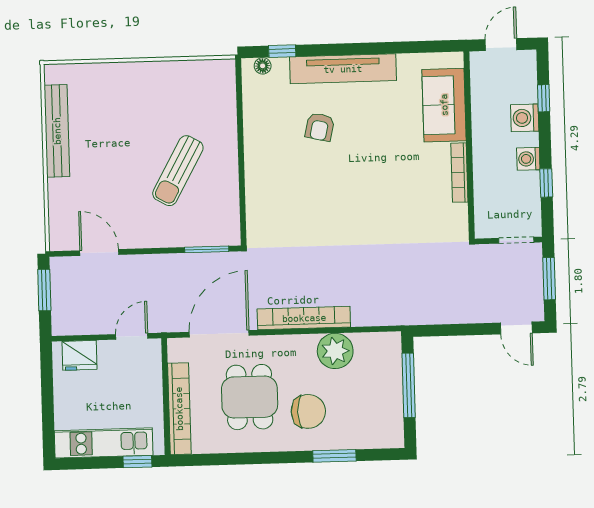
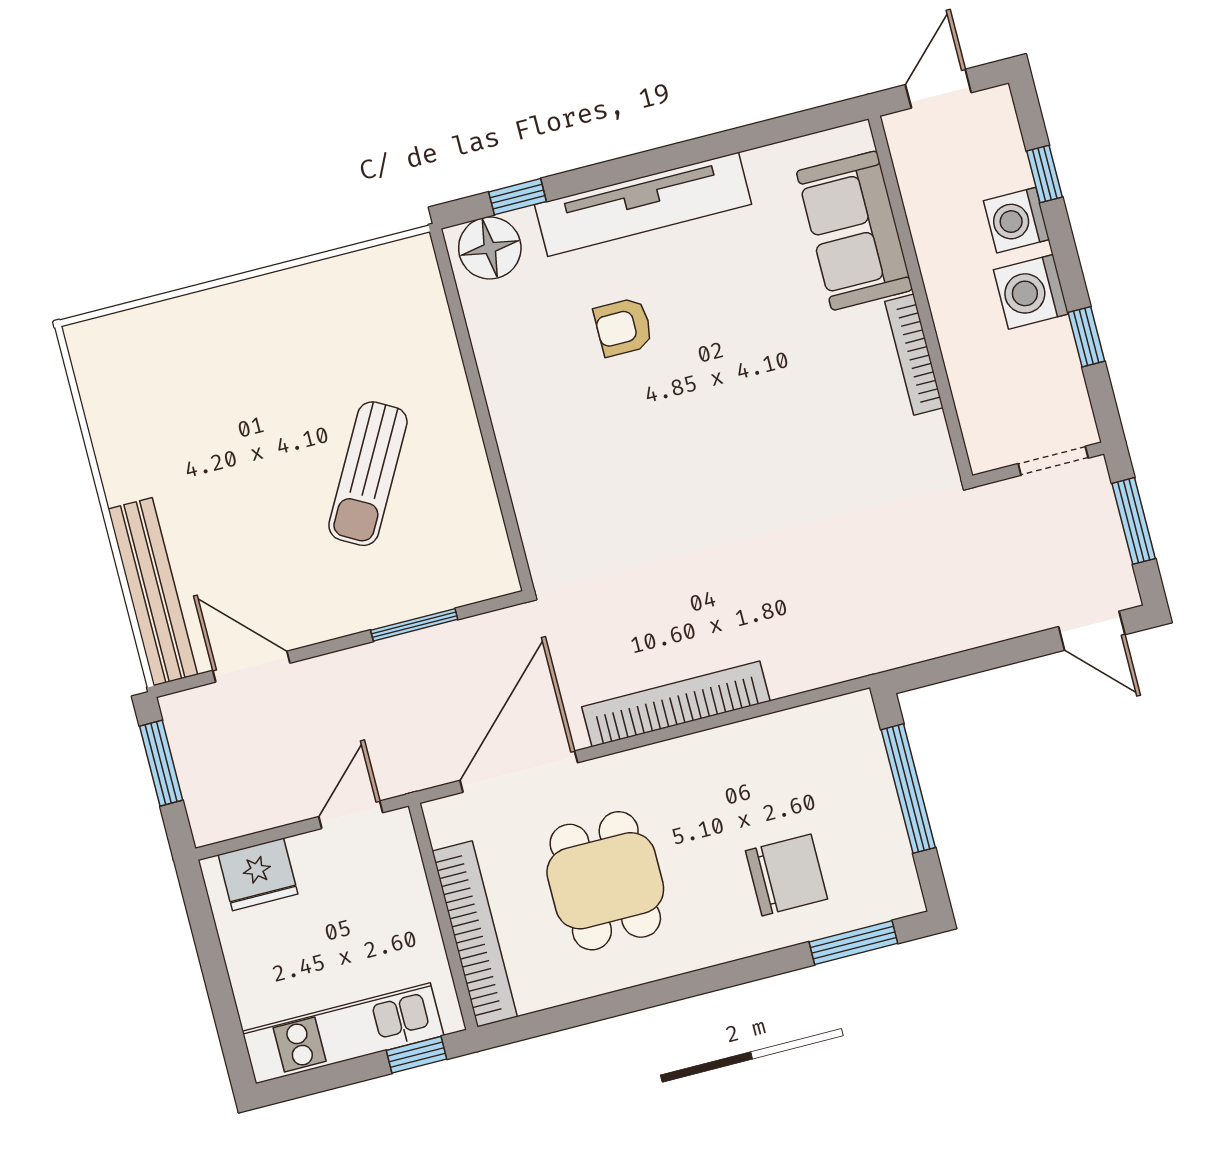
floor lamp: (263, 66) -> (490, 248), width x1.89, depth x1.89
armchair: (320, 127) -> (623, 327), turned 77
bench: (57, 131) -> (153, 592), moved
washing machine: (528, 159) -> (1031, 292), width x1.38, depth x1.38
window: (207, 249) -> (414, 625), moved
plant: (335, 351) -> (751, 754), removed
chair: (308, 411) -> (787, 875), moved
window: (334, 456) -> (853, 943), moved

